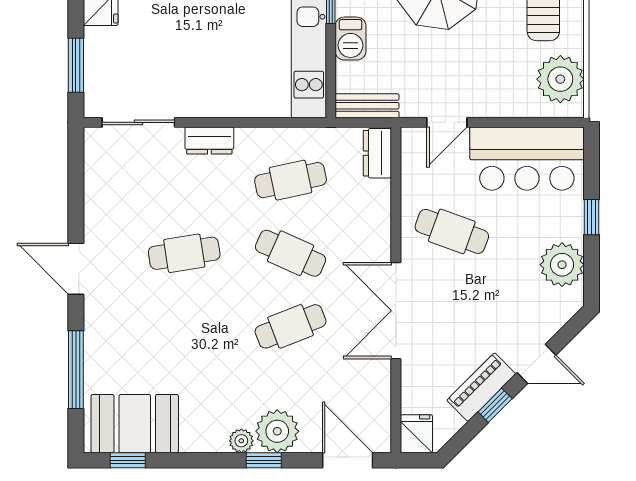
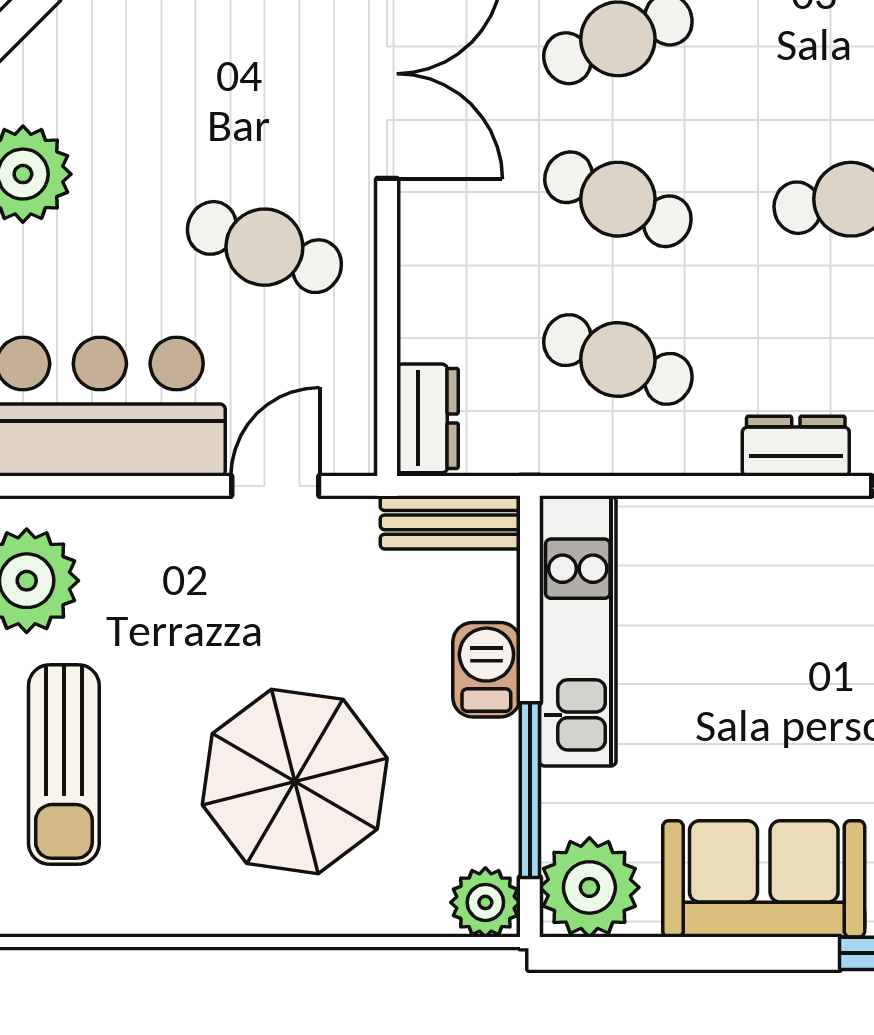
cafe table: (291, 180) -> (618, 359), turned 33

